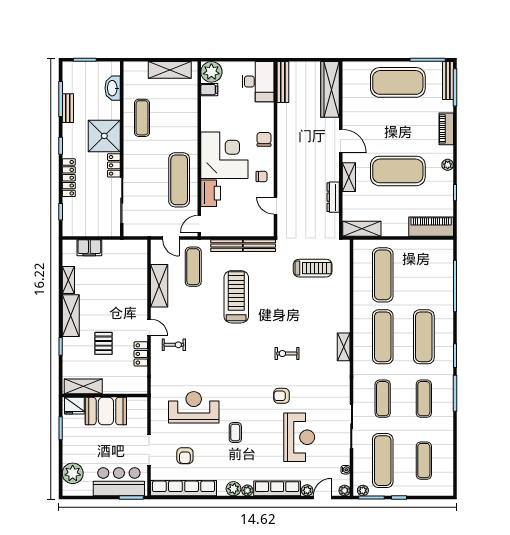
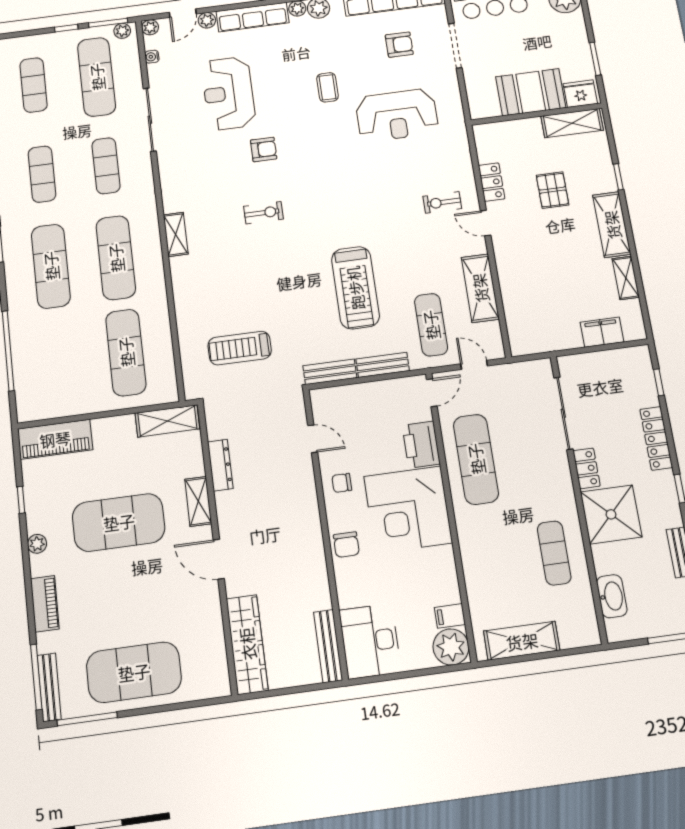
armchair: (185, 456) -> (399, 45), turned 90

